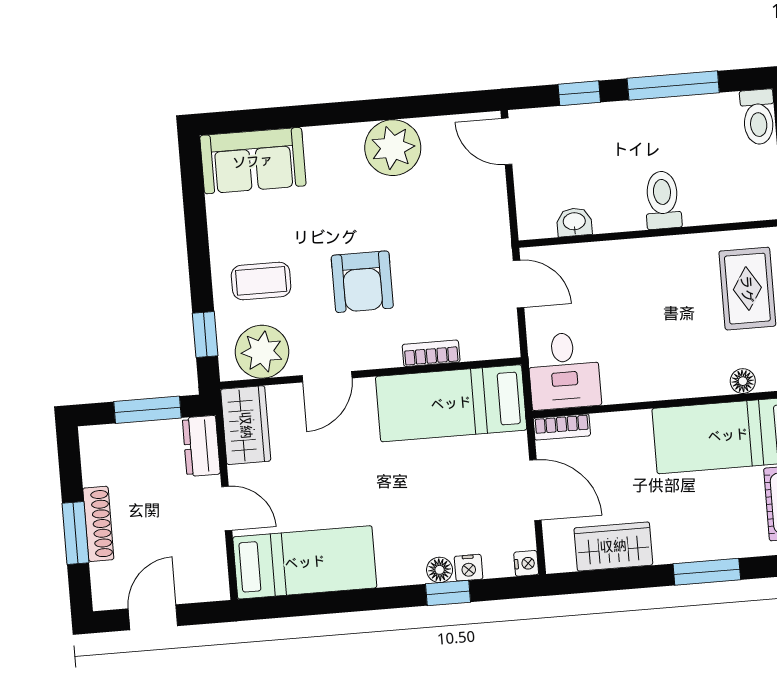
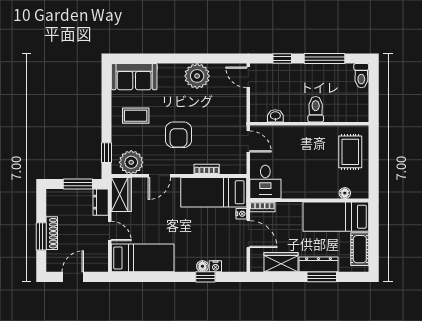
coffee table: (261, 281) -> (136, 116), moved
dresser: (697, 545) -> (318, 264), added
nightstand: (526, 563) -> (241, 214), moved

